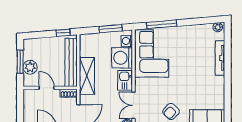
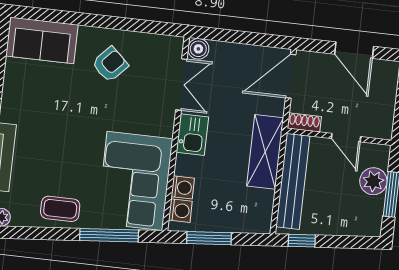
coffee table: (188, 35) -> (60, 209), added
washing machine: (122, 58) -> (183, 187), width x0.53, depth x0.53

